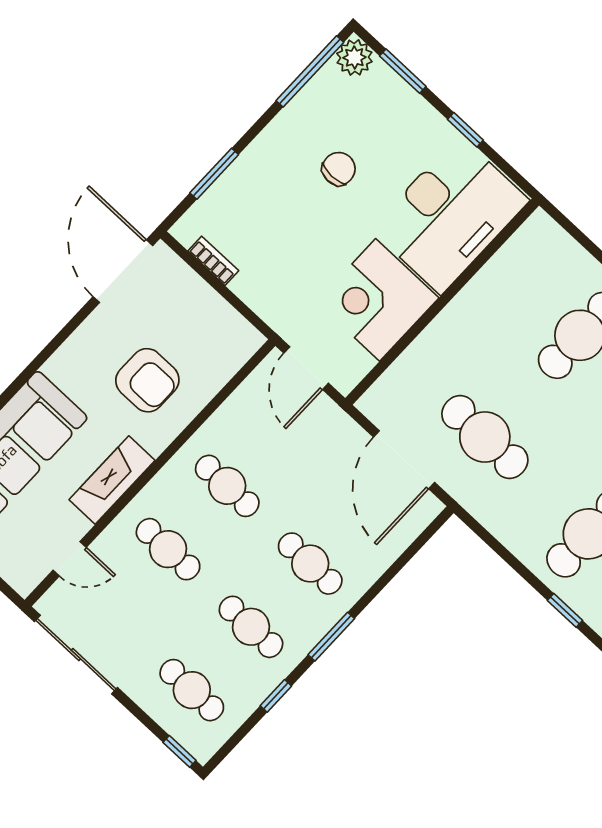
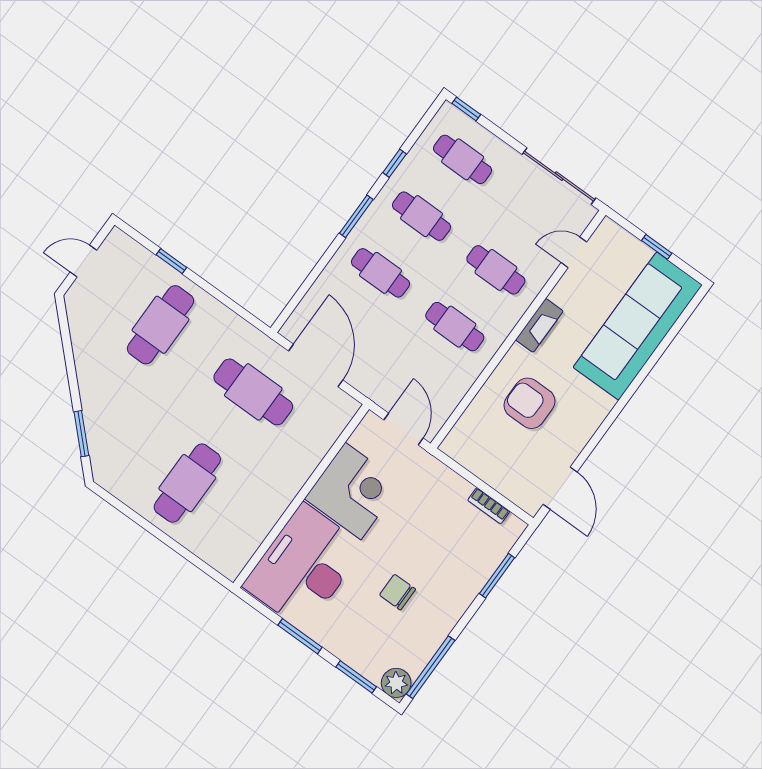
window: (465, 130) -> (300, 636), width x1.50
chair: (339, 169) -> (398, 592), turned 90
door: (123, 271) -> (560, 488), width x0.73
fireplace: (112, 480) -> (539, 325), width x0.73, depth x0.76

